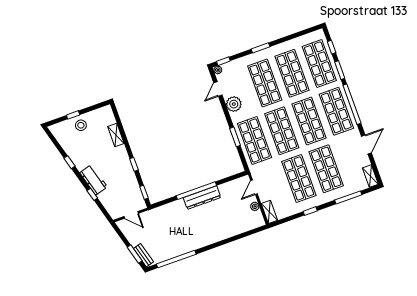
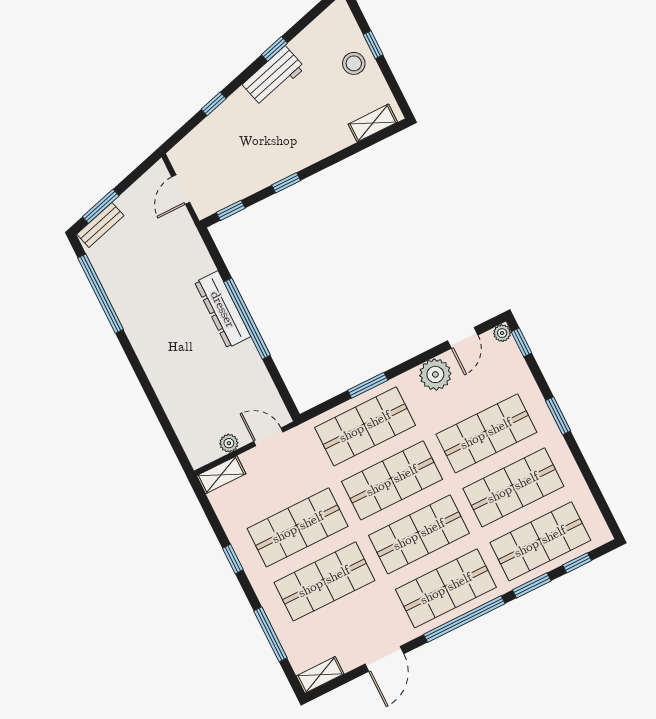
door: (218, 89) -> (463, 338), swing flipped
shelving: (116, 135) -> (373, 123), moved
door: (366, 145) -> (384, 659), hinge flipped
workbench: (94, 180) -> (274, 76), moved
dresser: (202, 198) -> (223, 309), moved

